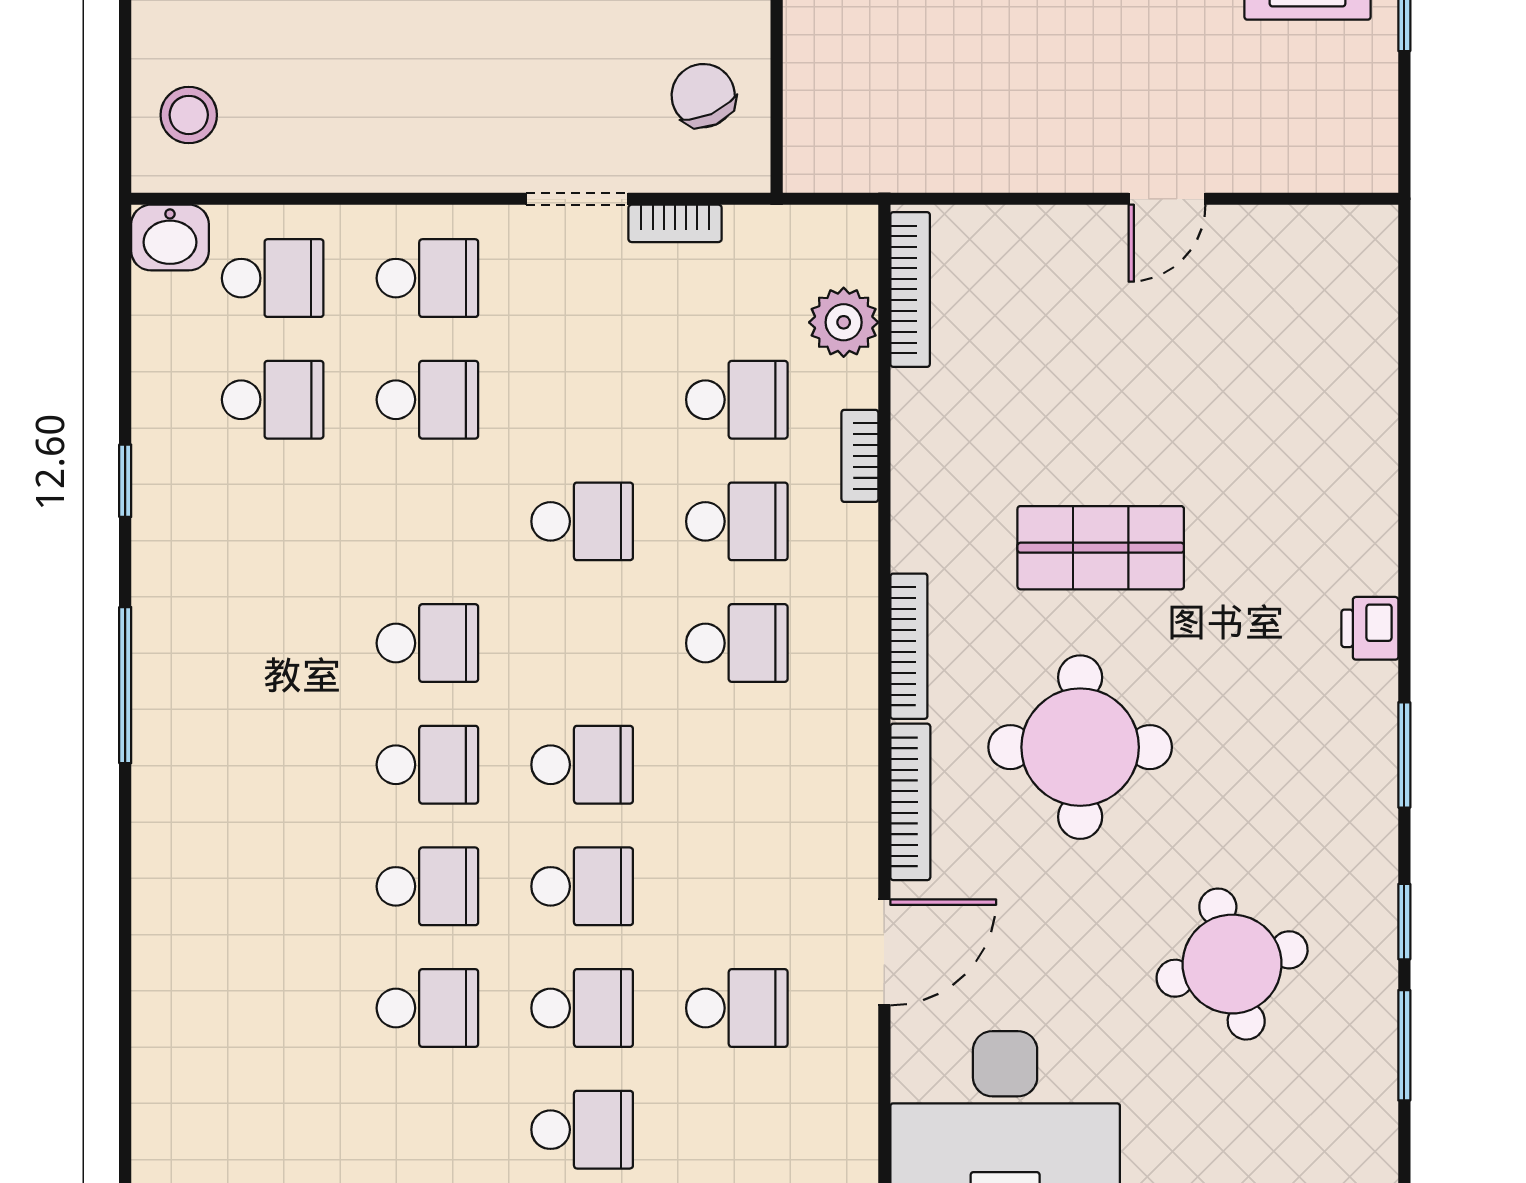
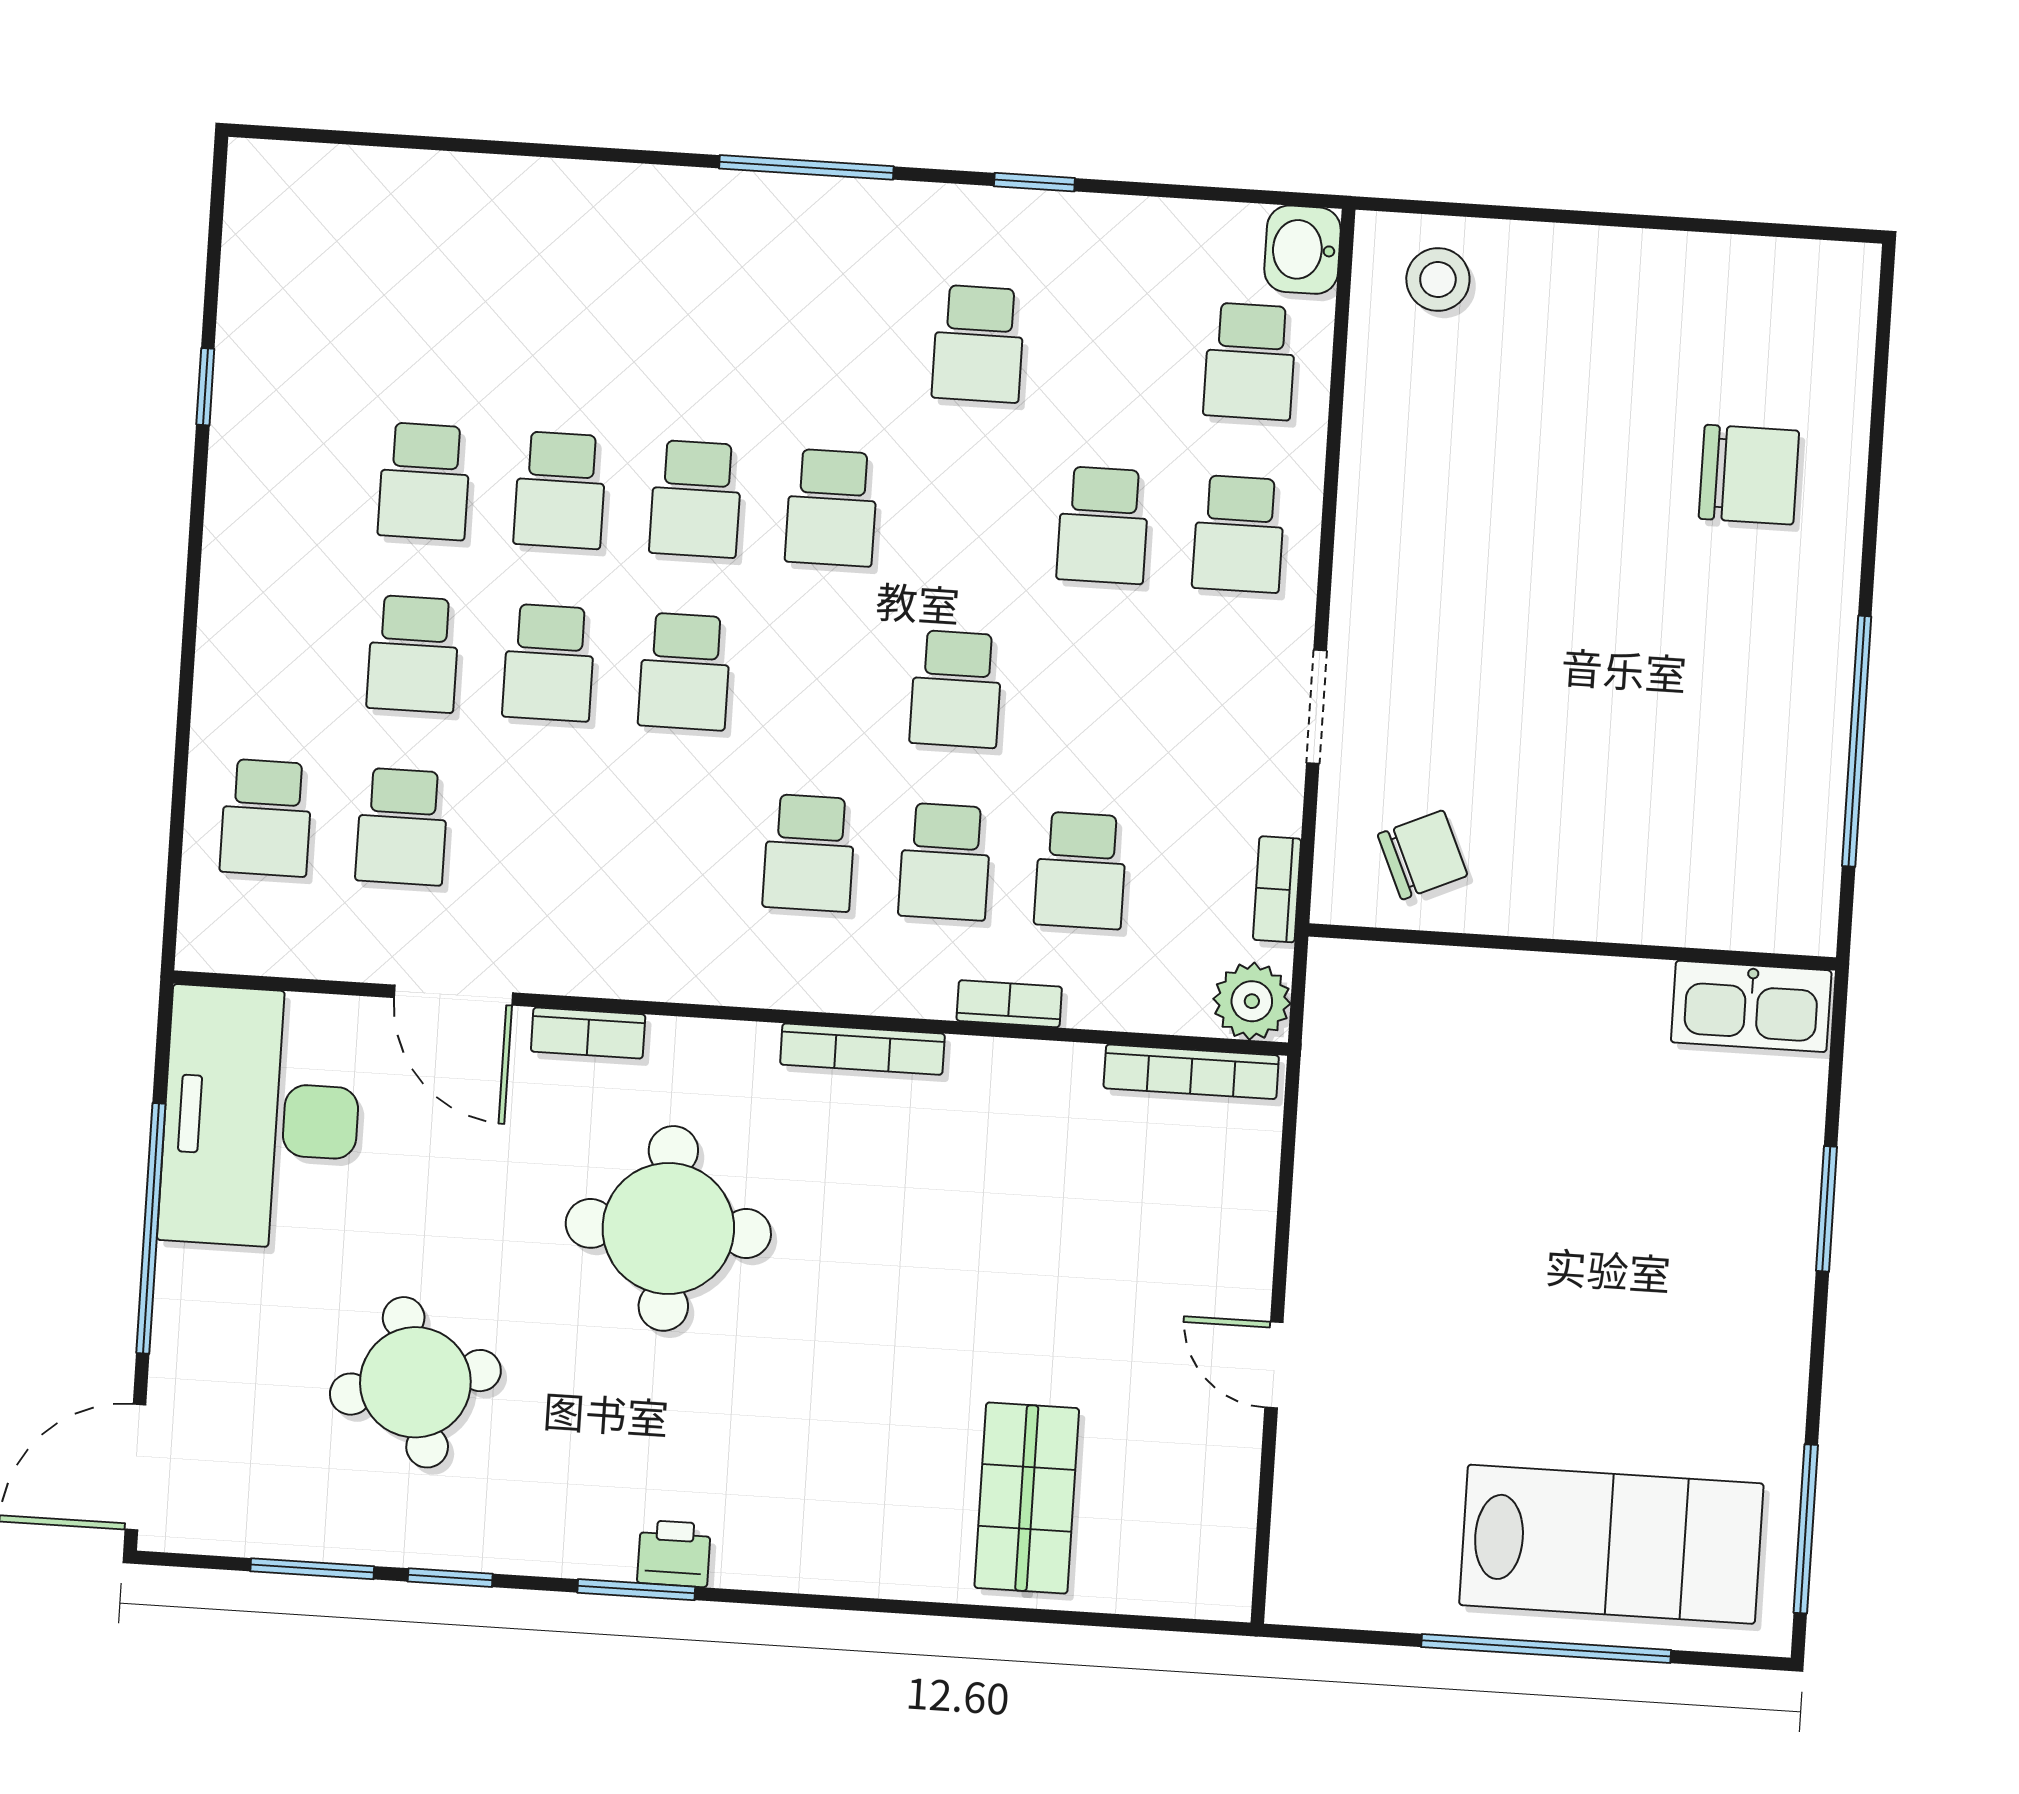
bookcase: (675, 223) -> (1277, 889), moved
plant: (844, 322) -> (1252, 1001), moved
school desk: (273, 400) -> (978, 344), moved
shop shelf: (1101, 548) -> (1027, 1498), moved
printer: (1370, 628) -> (674, 1553), moved
bookcase: (909, 646) -> (862, 1049), moved
bookcase: (910, 802) -> (588, 1033), width x0.64
school desk: (582, 1130) -> (266, 818), moved

